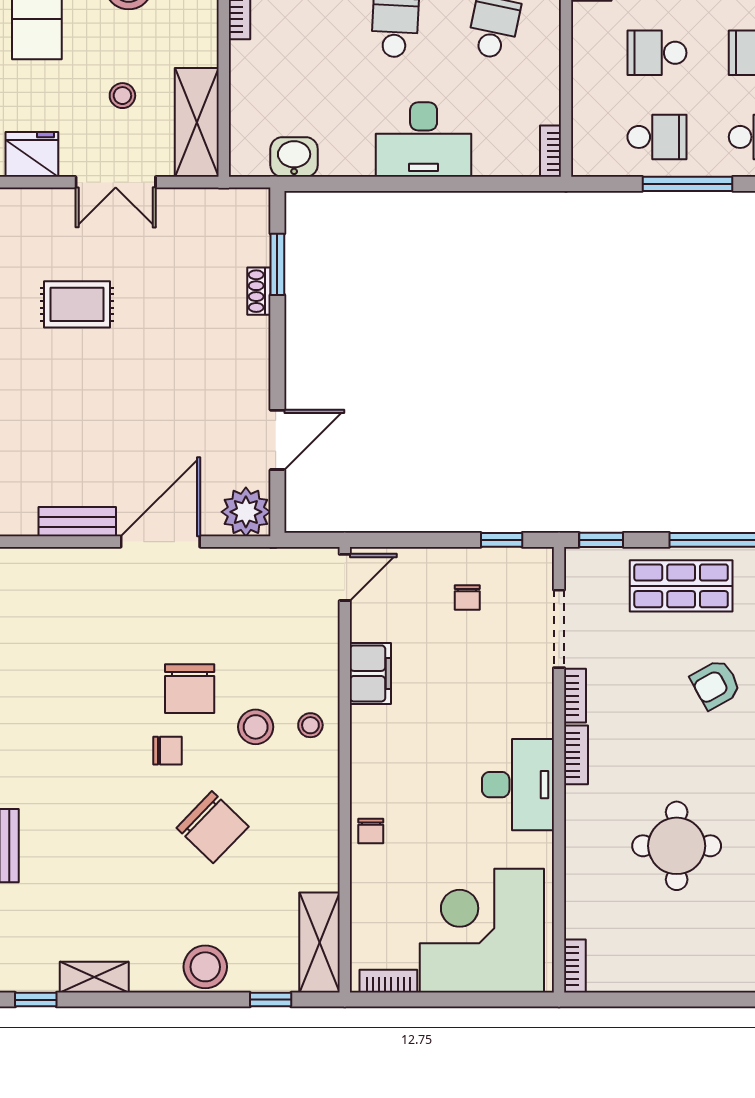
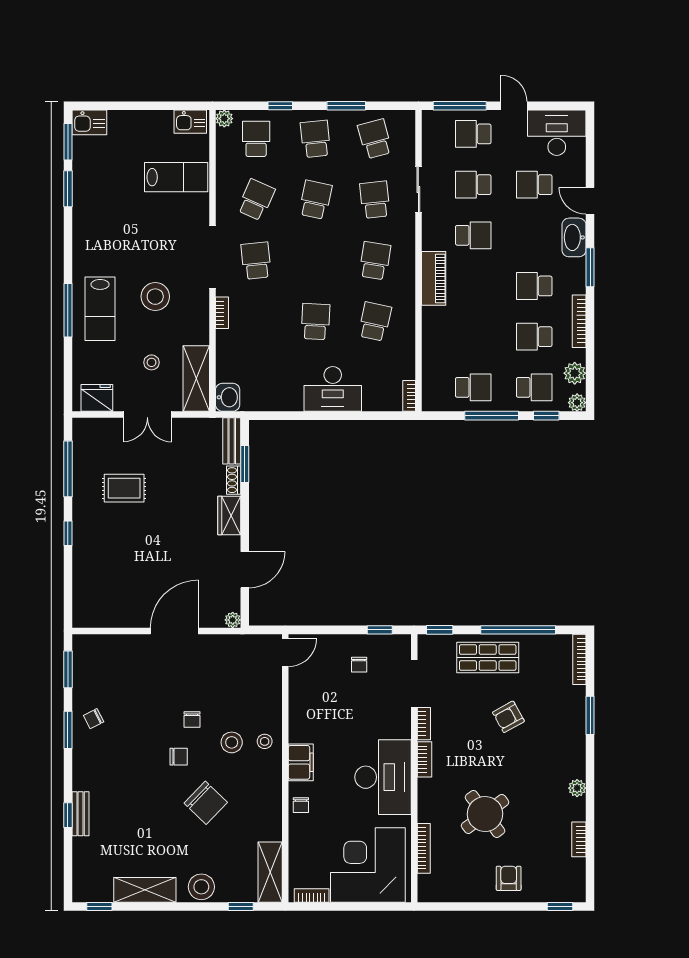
school desk: (657, 53) -> (473, 337), removed
washbasin: (294, 157) -> (228, 397), moved, turned 90
wardrobe: (252, 350) -> (229, 516), added
plant: (246, 512) -> (233, 620), width x0.53, depth x0.53
bench: (77, 522) -> (232, 441), moved, turned 90
filing cabinet: (370, 673) -> (301, 762), moved
chair: (26, 687) -> (94, 719), added
chair: (190, 689) -> (192, 719), width x0.54, depth x0.54
desk: (518, 785) -> (383, 777), width x1.36, depth x1.30
round table: (677, 846) -> (485, 814), turned -37
armchair: (716, 953) -> (509, 878), added
bookcase: (575, 966) -> (424, 848), moved, width x1.56
shelving: (94, 977) -> (145, 890), width x1.50, depth x1.33

